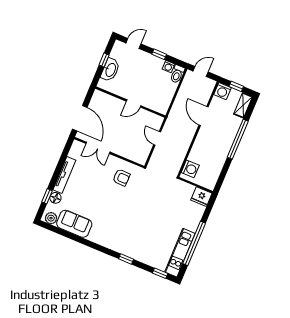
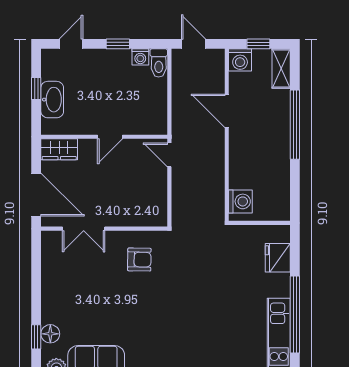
door: (201, 72) -> (193, 44), hinge flipped
wardrobe: (103, 99) -> (59, 149), added
door: (157, 138) -> (169, 155), moved
tv unit: (64, 175) -> (49, 292), removed
fridge: (201, 197) -> (278, 258), moved, turned 90

